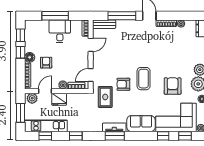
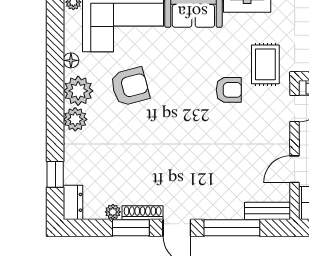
window: (172, 16) -> (131, 228), added
coffee table: (144, 79) -> (188, 101), removed
armchair: (173, 86) -> (130, 86), turned -105

